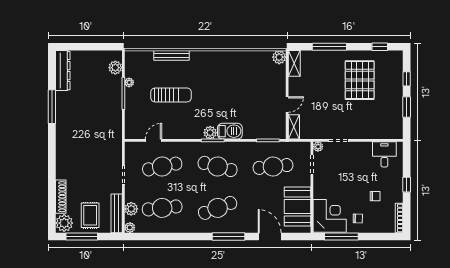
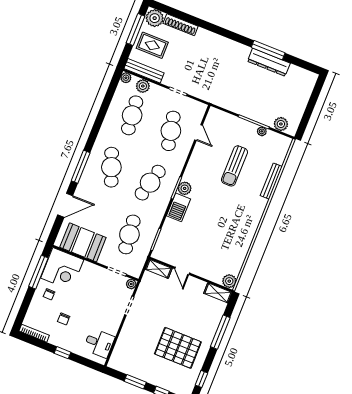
dresser: (63, 71) -> (269, 62), moved

